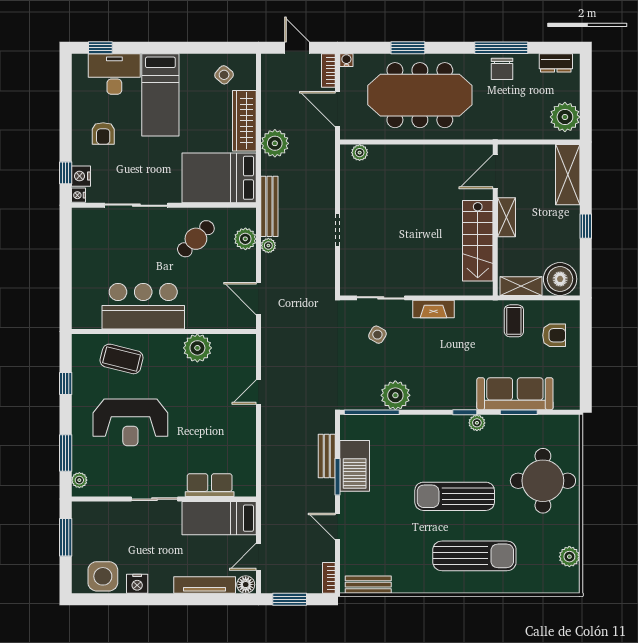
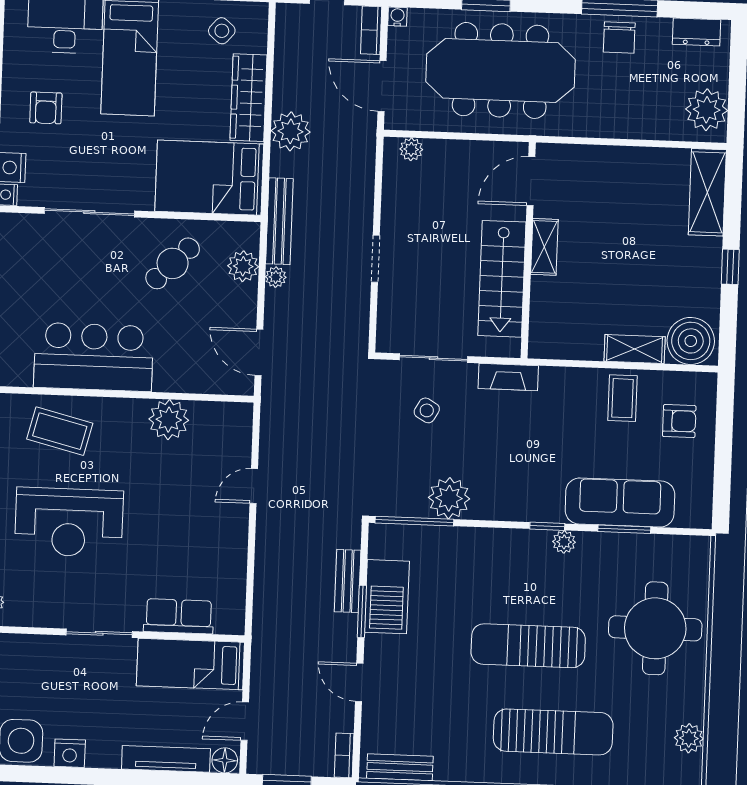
door: (495, 172) -> (531, 181), moved
shelving: (507, 217) -> (544, 247), moved
wall: (495, 220) -> (528, 250), moved
stairs: (478, 241) -> (502, 279), moved

